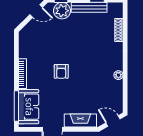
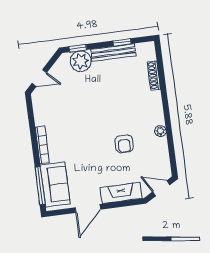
door: (36, 11) -> (39, 78), moved
armchair: (61, 71) -> (124, 144), moved

